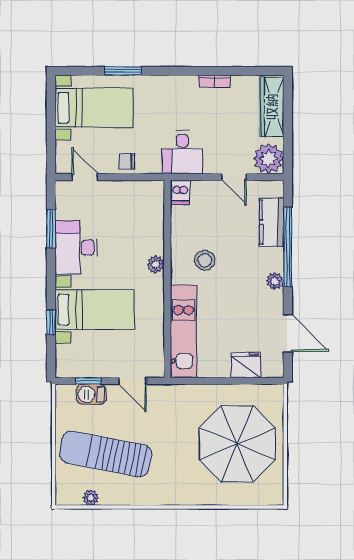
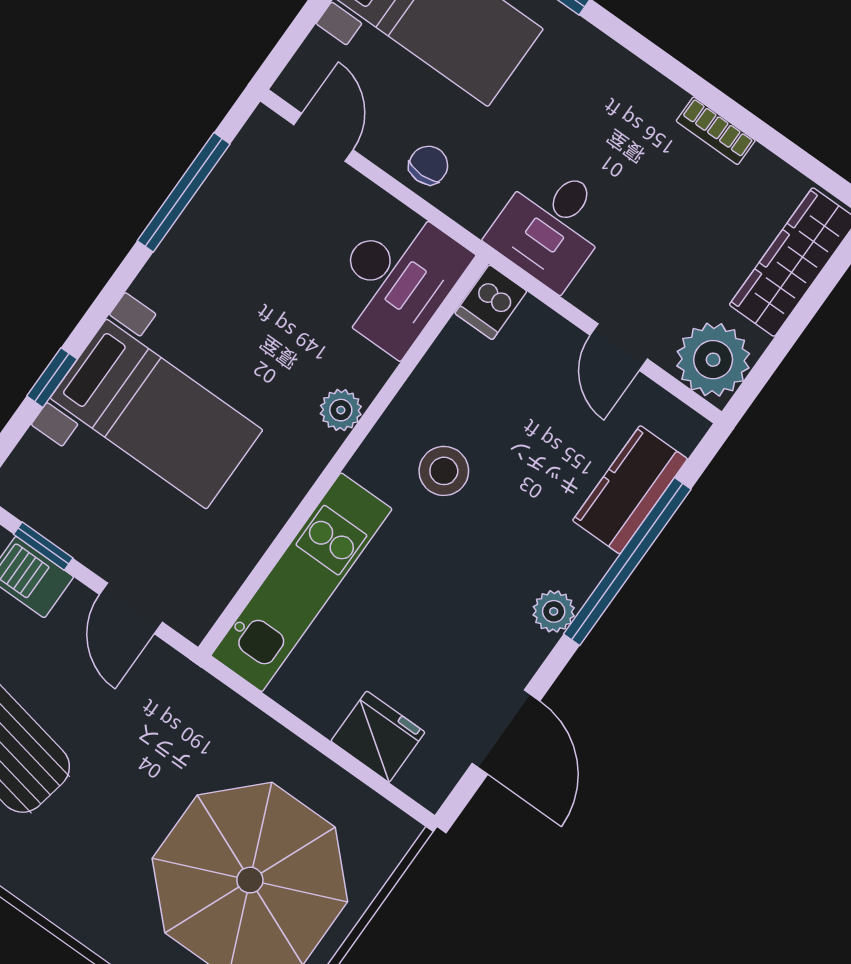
chair: (127, 161) -> (428, 165), turned 90
window: (51, 229) -> (184, 192), width x1.44
desk: (76, 247) -> (396, 279), moved, turned 180

